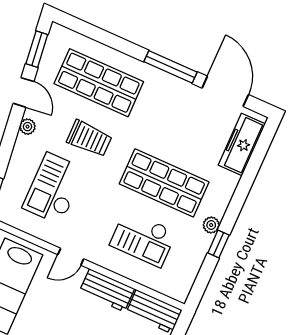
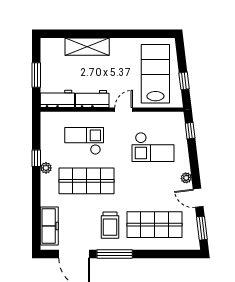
trolley: (89, 139) -> (110, 225), moved, turned -90
checkout: (54, 188) -> (153, 147), turned 90

